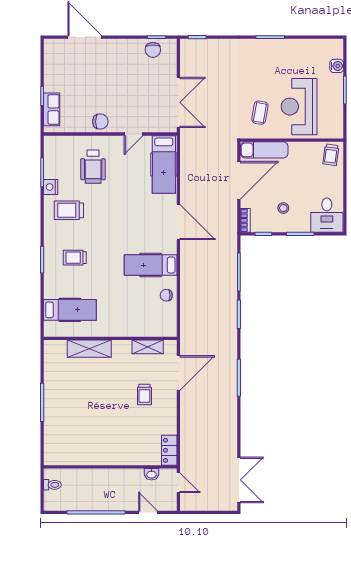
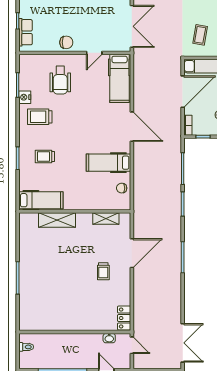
wall: (110, 338) -> (75, 211), moved
shelving: (148, 347) -> (106, 219), moved
shelving: (89, 349) -> (57, 220), moved

